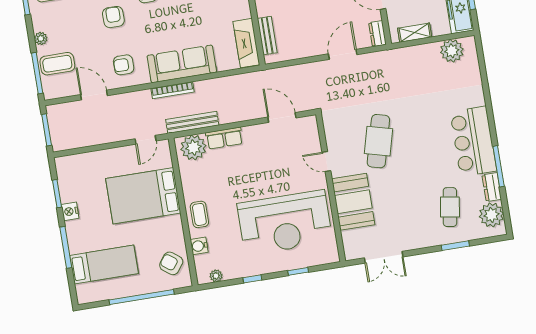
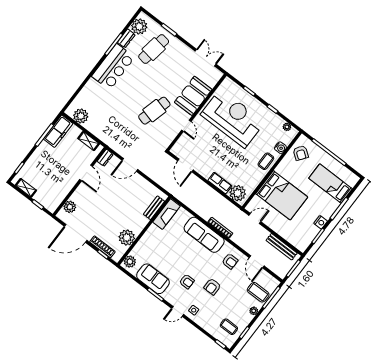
bench: (192, 122) -> (282, 247), moved
cafe table: (450, 207) -> (154, 49), width x1.37, depth x1.35

